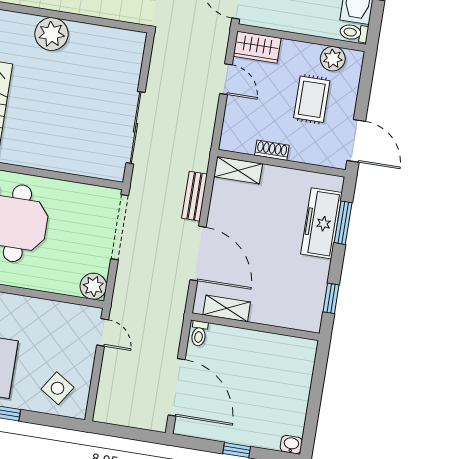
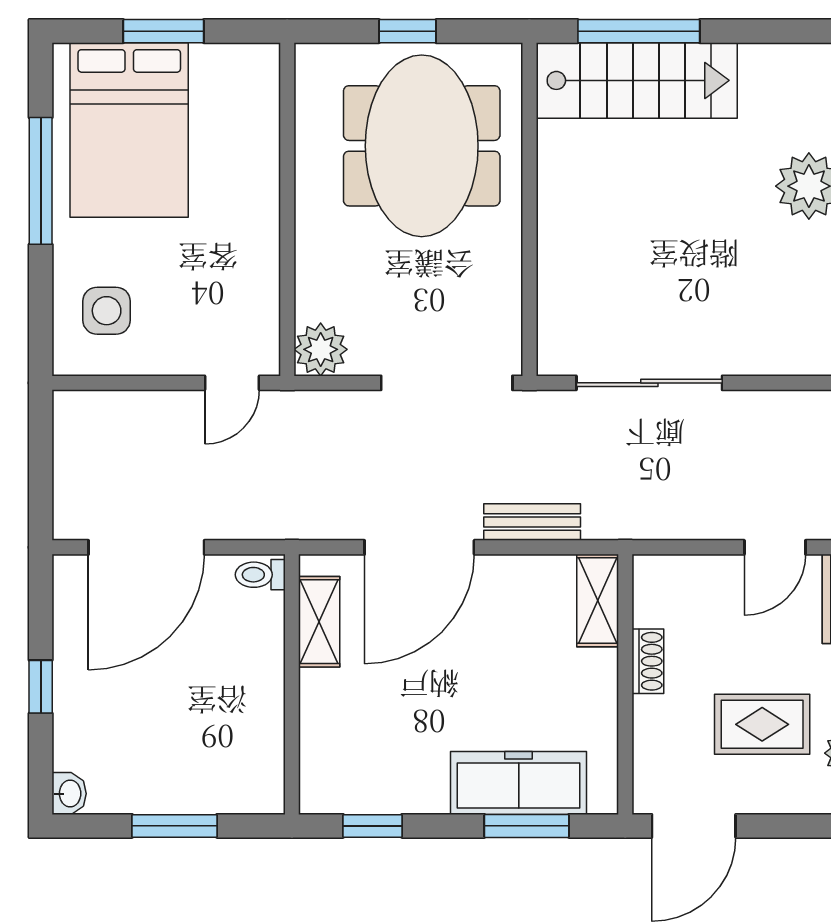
side table: (57, 388) -> (107, 311), turned -33
window: (315, 395) -> (175, 826), added

